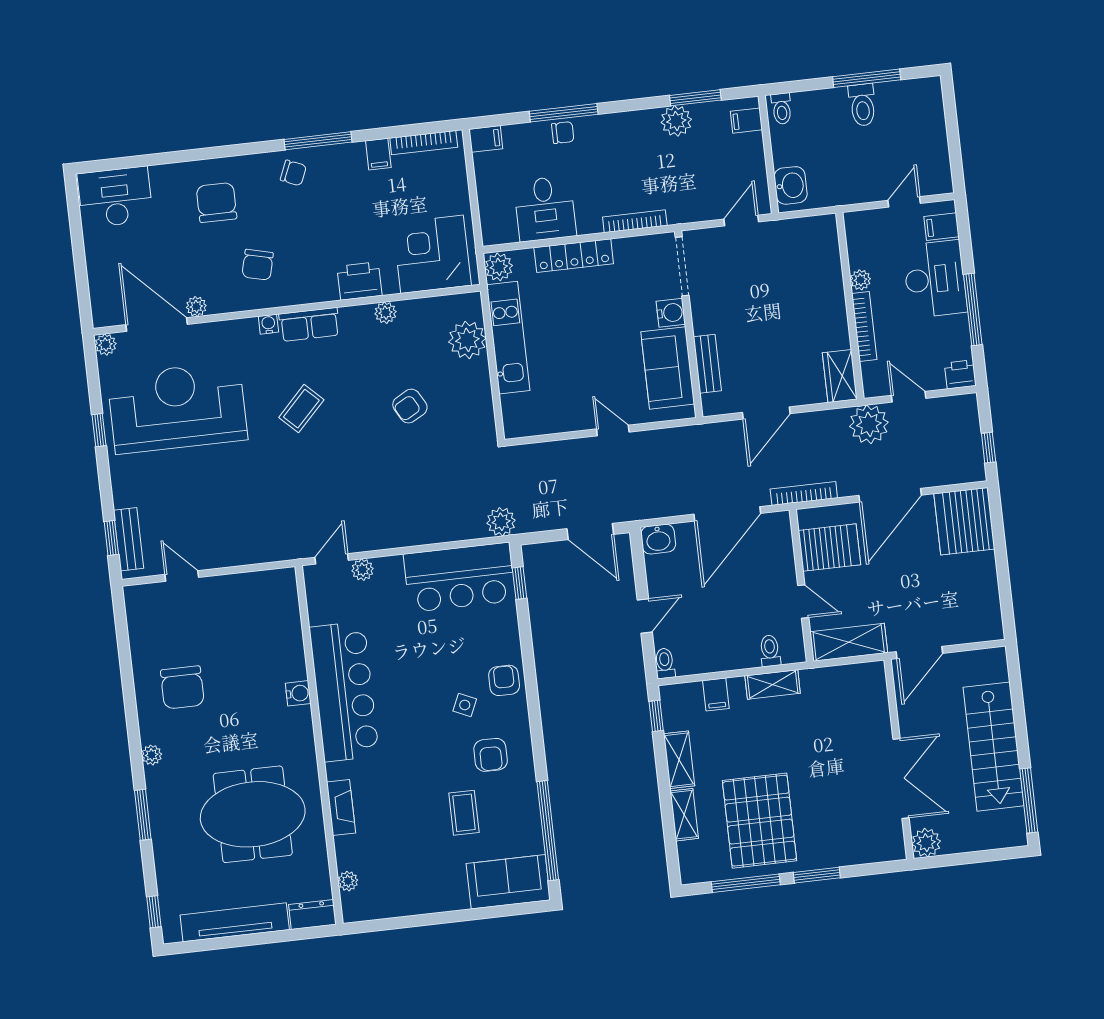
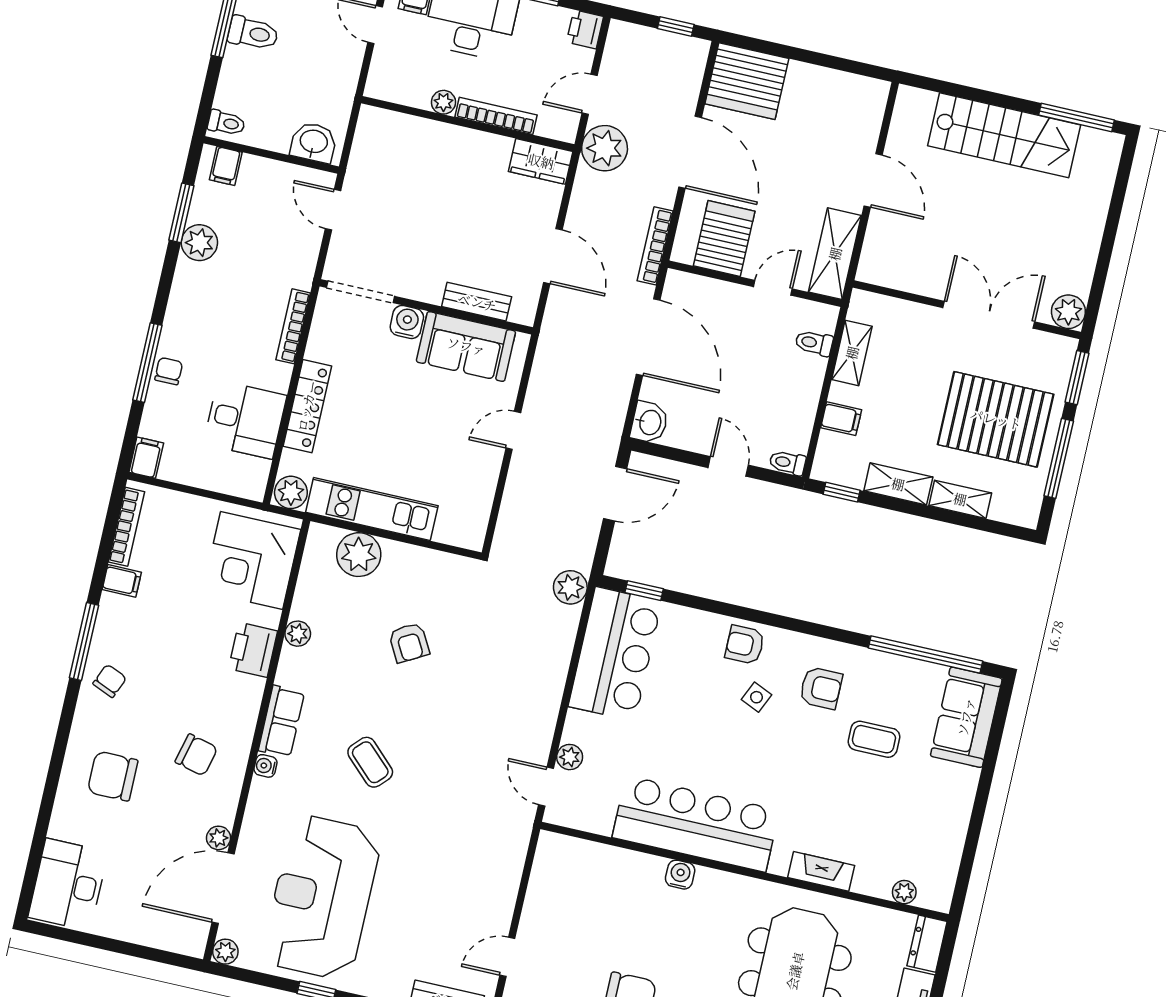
wall: (899, 759) -> (967, 310), moved
double door: (901, 779) -> (989, 315), moved
plant: (926, 843) -> (1068, 312), moved

